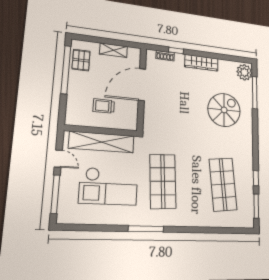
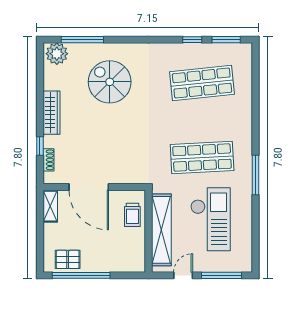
shelving: (113, 50) -> (50, 206), moved
trolley: (104, 106) -> (132, 215), moved

